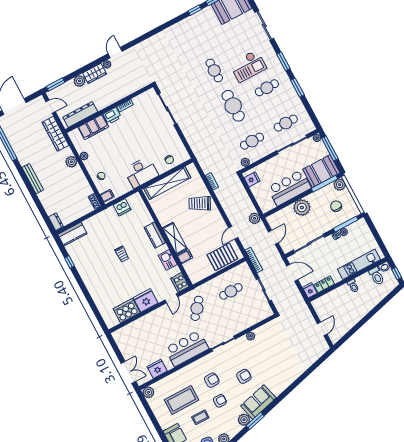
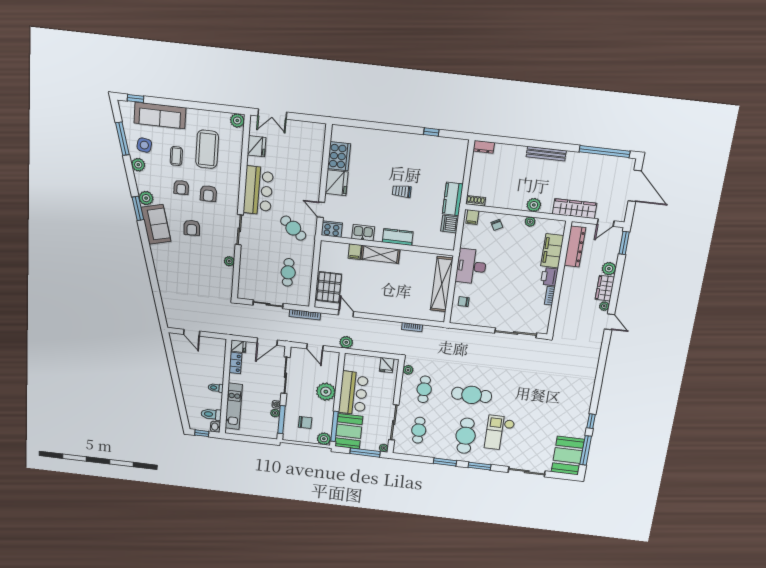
cafe table: (214, 70) -> (519, 400), removed
cafe table: (267, 88) -> (466, 436), width x1.37, depth x1.35
trolley: (200, 203) -> (398, 301), removed
kitchen counter: (72, 234) -> (453, 199), moved

